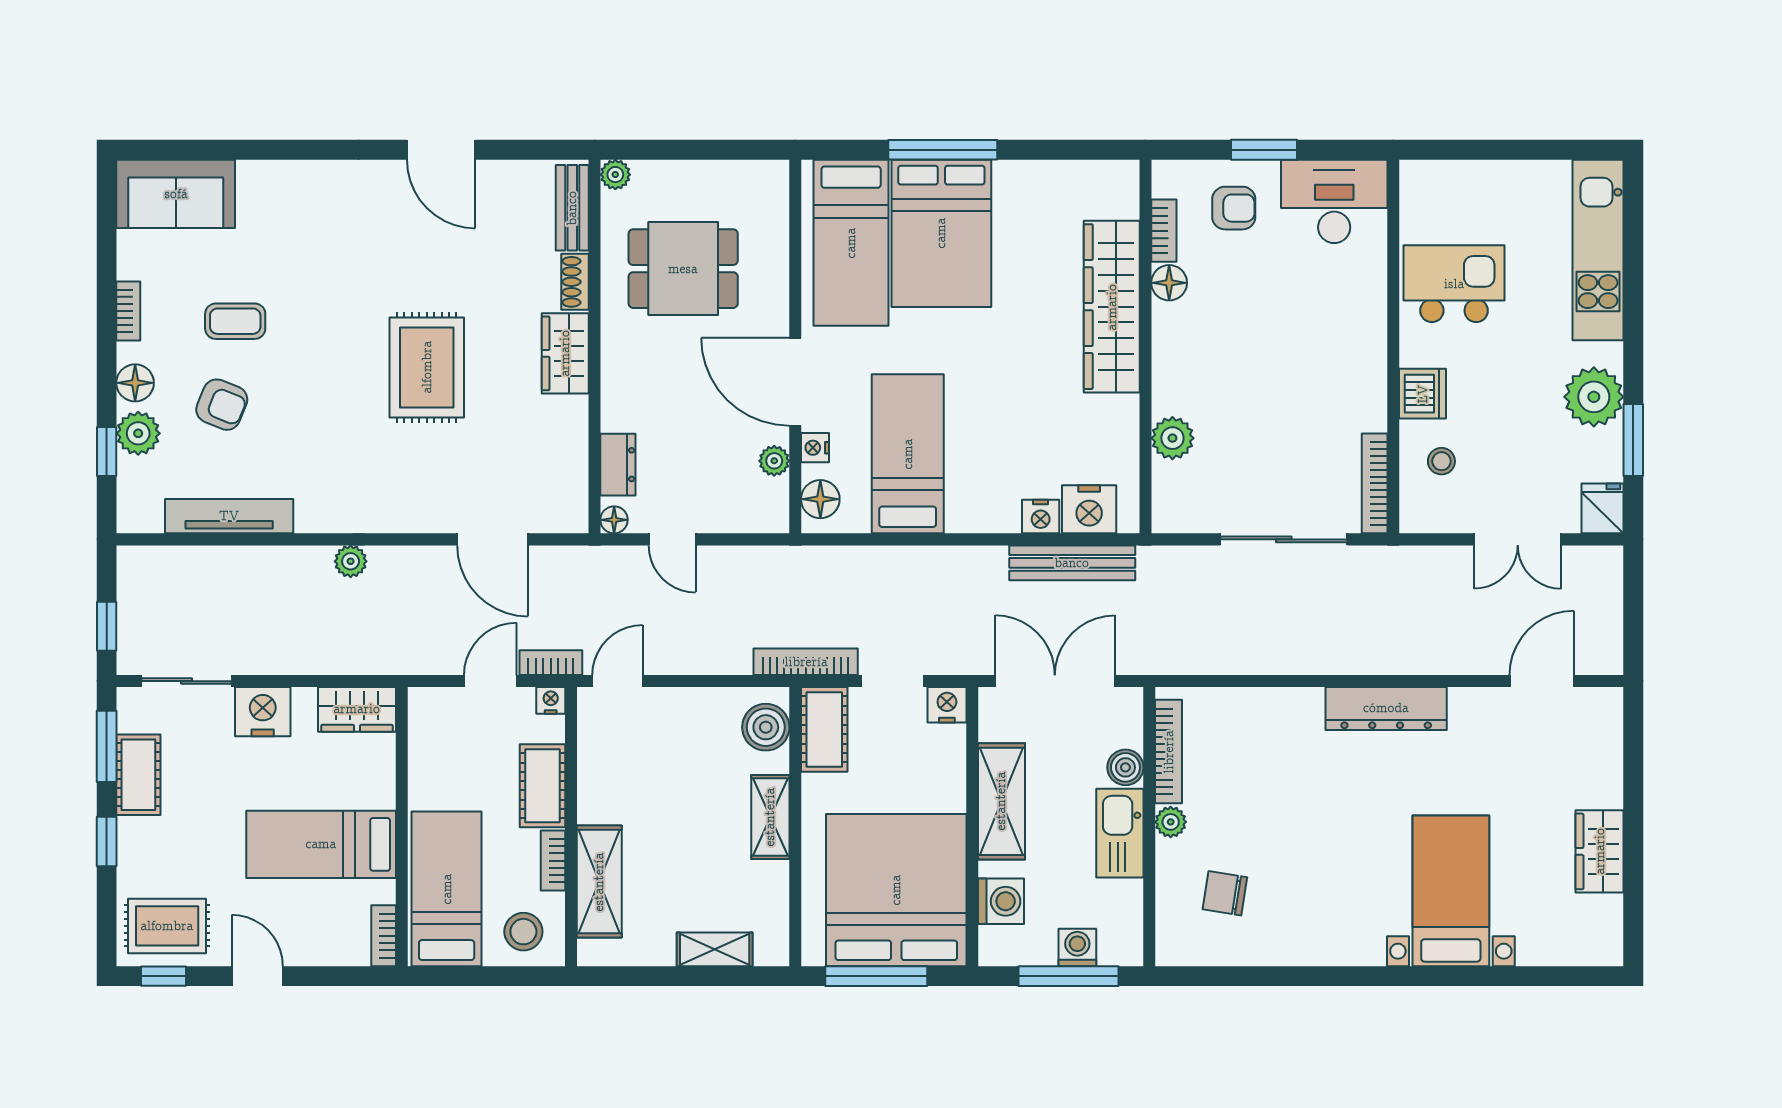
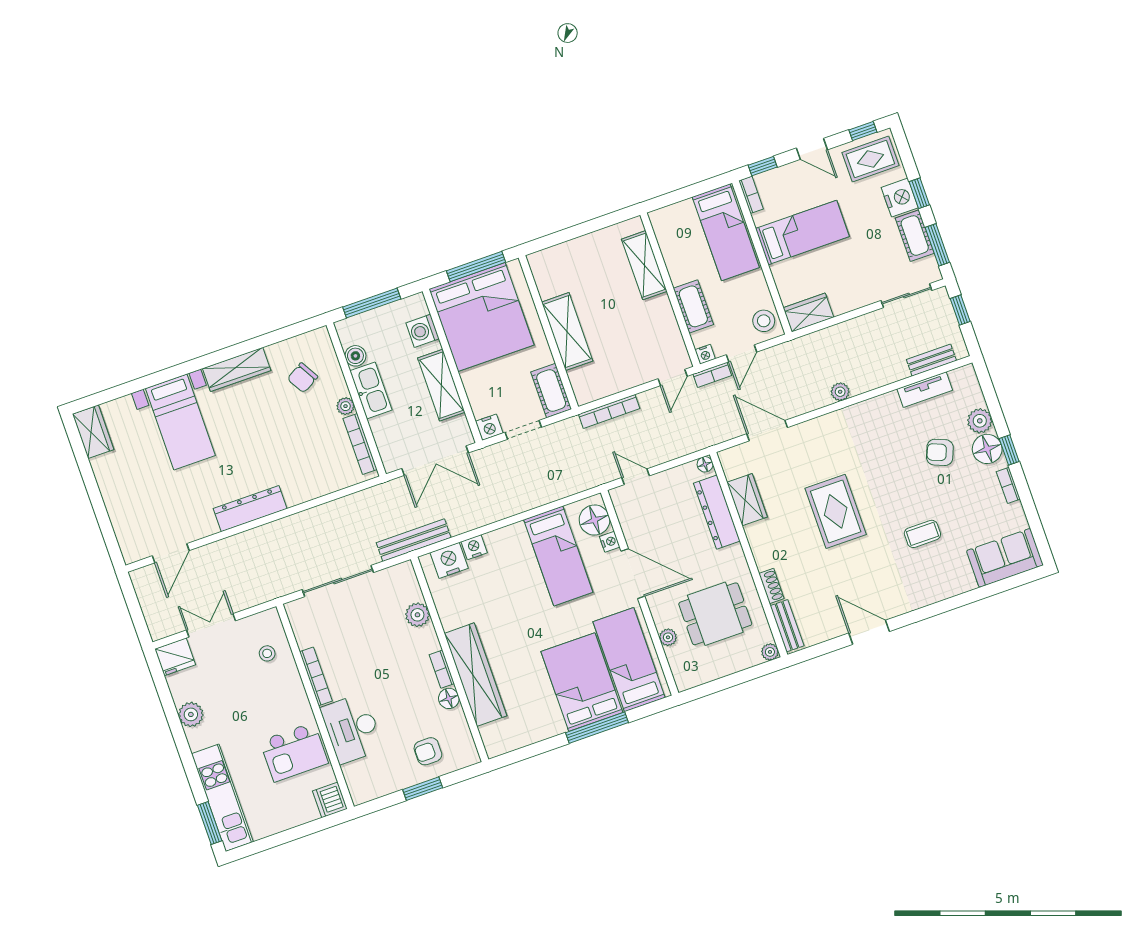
desk: (1334, 201) -> (352, 729), moved, turned 90
bookcase: (1164, 231) -> (442, 669), moved
coffee table: (235, 321) -> (922, 534), moved
wardrobe: (565, 353) -> (747, 500), moved
floor lamp: (135, 383) -> (987, 449), width x1.38, depth x1.38
dishwasher: (1423, 394) -> (330, 800), moved
plant: (1594, 397) -> (191, 714), width x0.73, depth x0.73
window: (1633, 440) -> (210, 823), moved
window: (107, 452) -> (1009, 450), moved
plant: (774, 461) -> (668, 637), moved
dresser: (618, 465) -> (717, 512), width x1.96, depth x1.24
bookcase: (1375, 483) -> (316, 676), moved
floor lamp: (820, 499) -> (594, 520), width x1.38, depth x1.38
fridge: (1603, 508) -> (175, 657), width x1.38
tv unit: (229, 516) -> (925, 390), width x0.71
door: (672, 539) -> (636, 477), moved
bench: (183, 561) -> (931, 360), added
bench: (1072, 563) -> (414, 540), moved
bookcase: (806, 662) -> (609, 411), moved
nightstand: (263, 712) -> (900, 198), moved, turned -90
boiler: (766, 727) -> (583, 381), removed
boiler: (1125, 767) -> (355, 356), moved
shelving: (770, 817) -> (567, 332), width x1.50, depth x1.33
wardrobe: (1600, 851) -> (93, 432), moved
bookcase: (553, 861) -> (673, 268), removed
chair: (1225, 893) -> (303, 378), turned 141
stool: (523, 932) -> (764, 321), moved
wardrobe: (1328, 945) -> (237, 369), added
washing machine: (1077, 947) -> (372, 320), removed
shelving: (715, 949) -> (569, 250), removed
window: (348, 976) -> (763, 166), added

